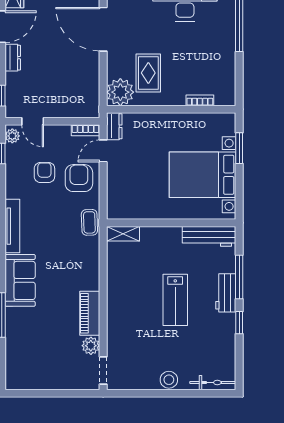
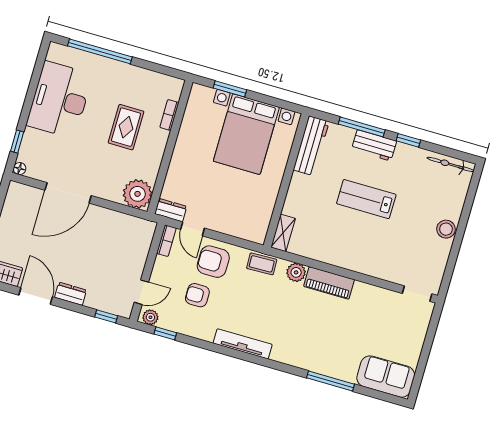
rug: (148, 73) -> (126, 127), moved, turned 90
sofa: (20, 280) -> (386, 377), moved
lab bench: (175, 300) -> (366, 199), turned 180
piano: (90, 313) -> (329, 283), moved
plant: (91, 346) -> (296, 272), moved
bicycle: (213, 383) -> (450, 164), moved, turned -90

